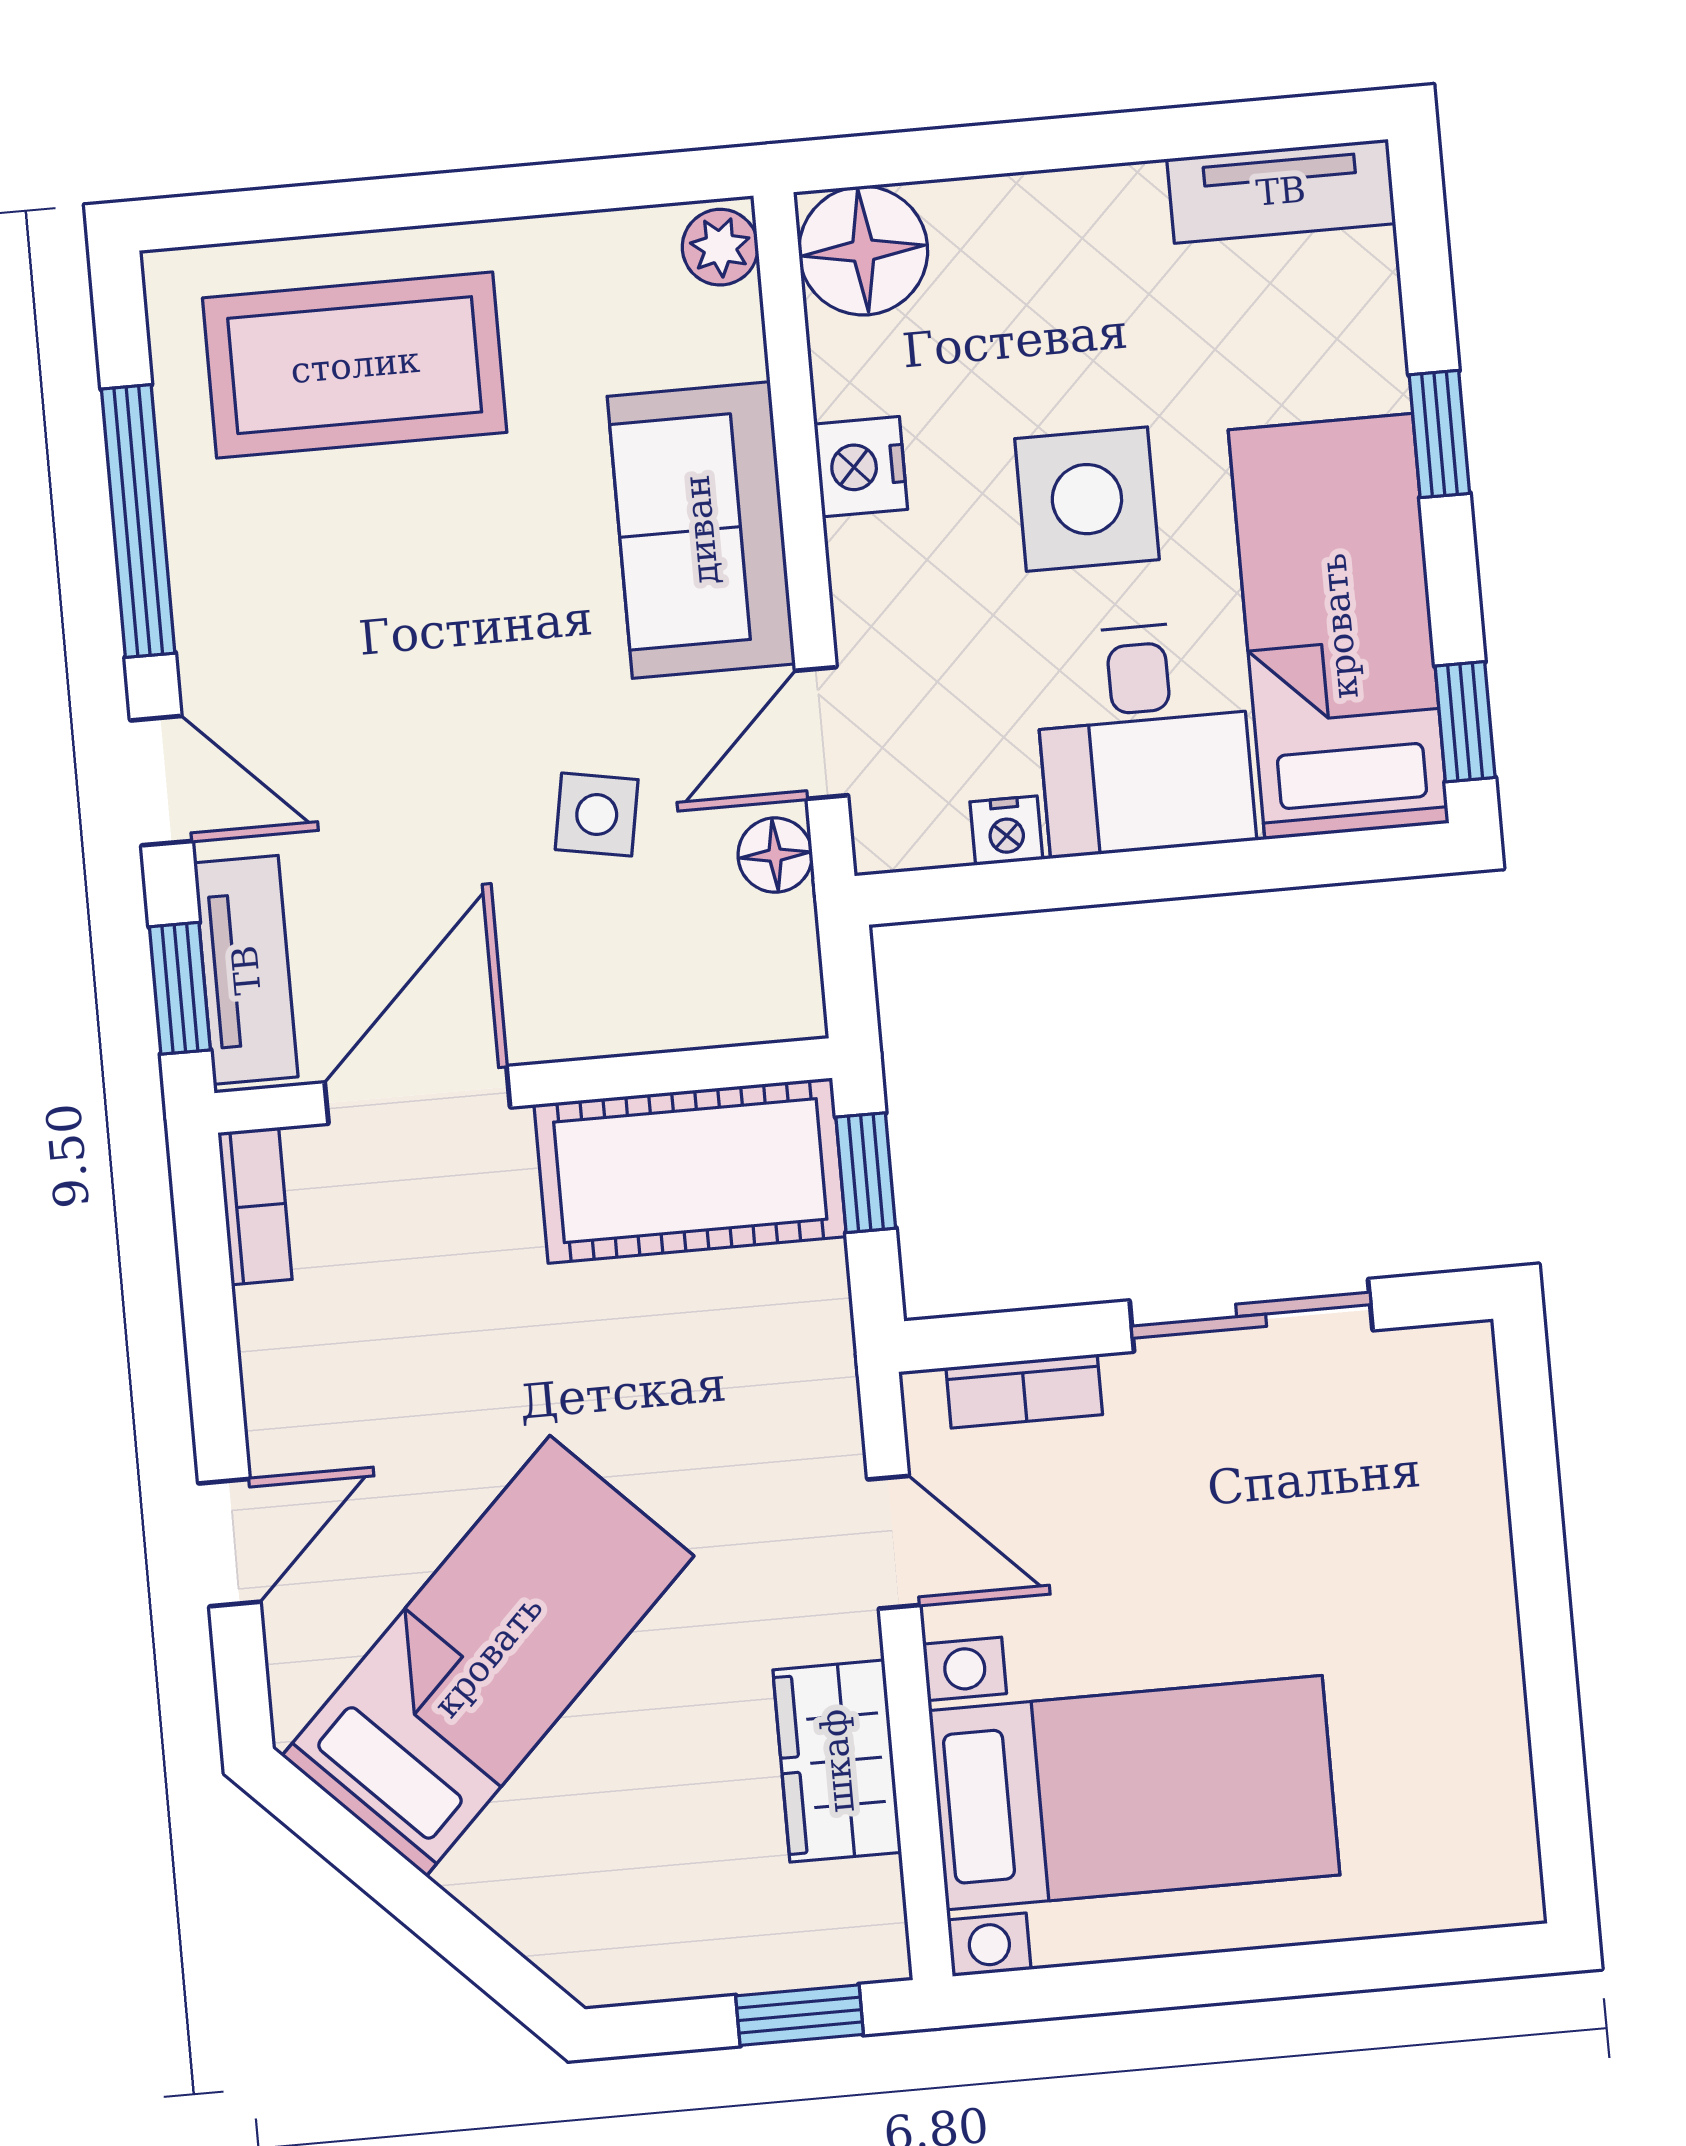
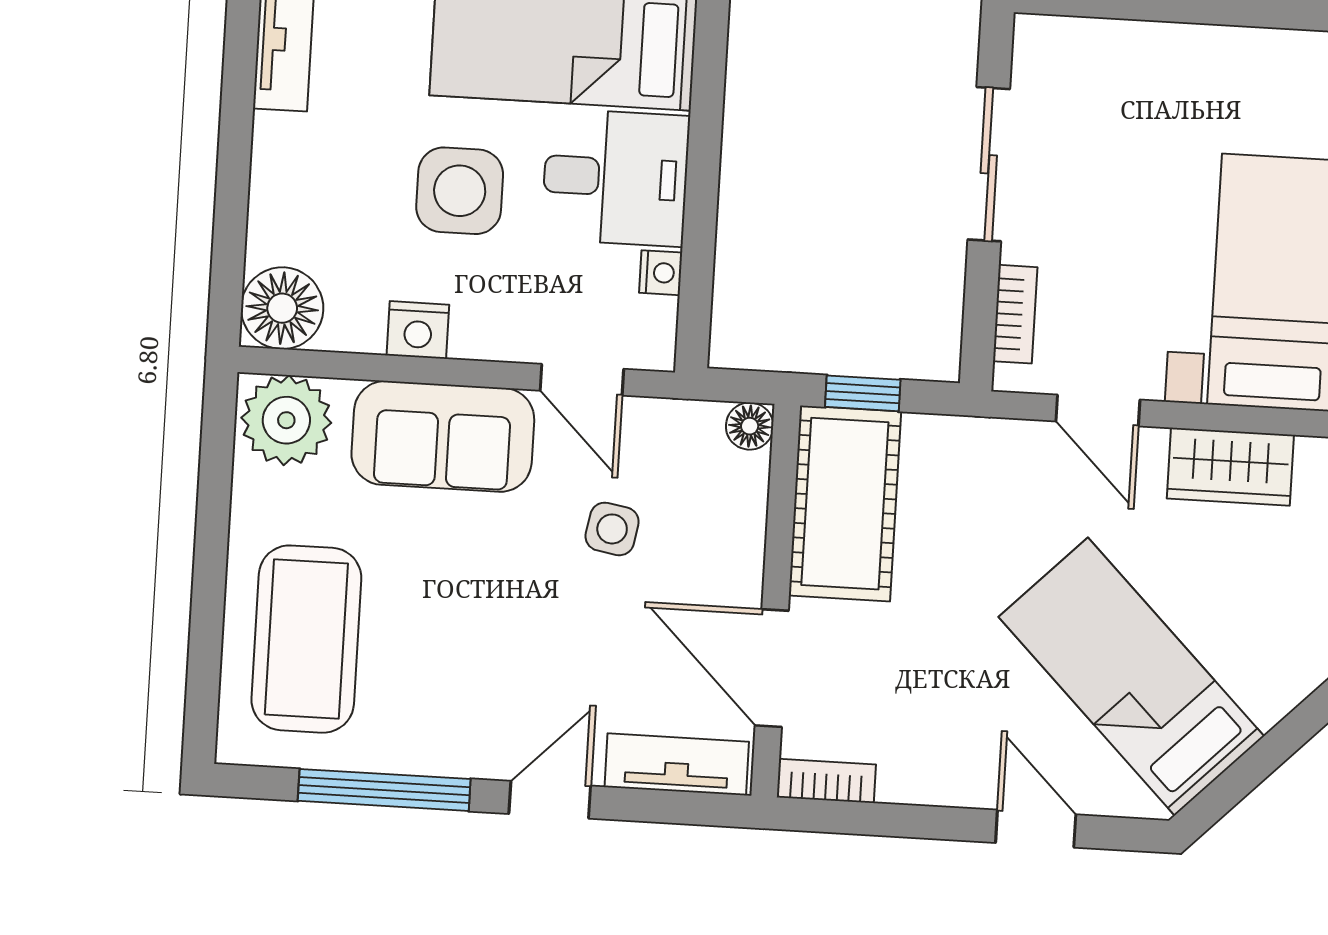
plant: (720, 247) -> (286, 420), width x1.87, depth x1.87
floor lamp: (775, 855) -> (750, 426), moved
window: (180, 988) -> (682, 808), removed
door: (894, 1542) -> (1098, 410), swing flipped

